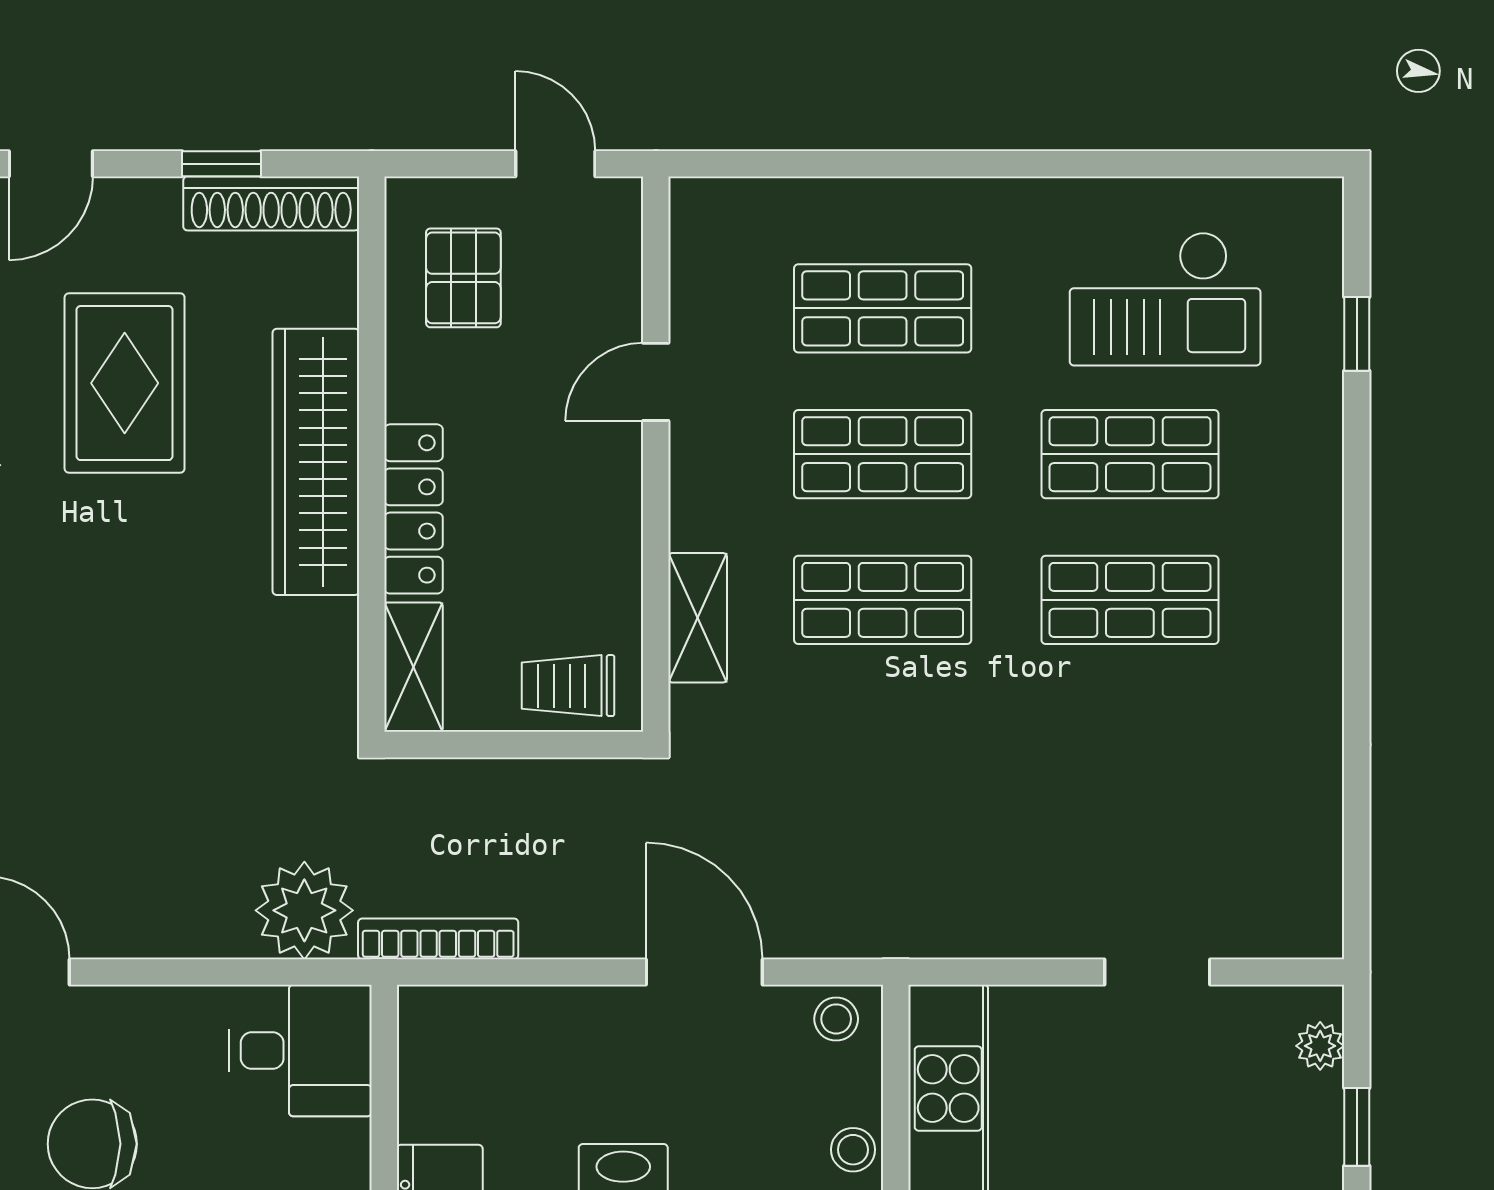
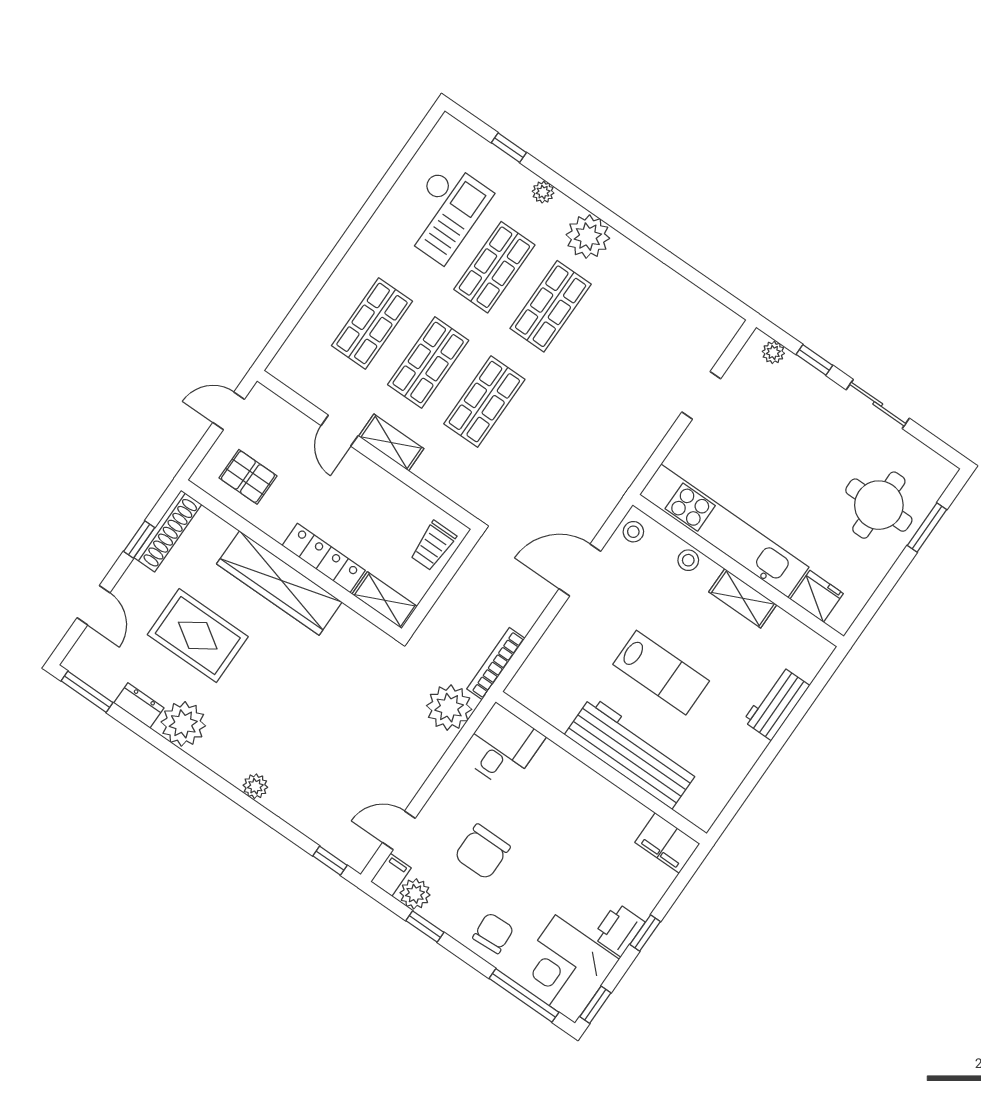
plant: (1321, 448) -> (543, 192), added
plant: (1297, 580) -> (588, 237), added
shelving: (698, 618) -> (391, 442), moved

